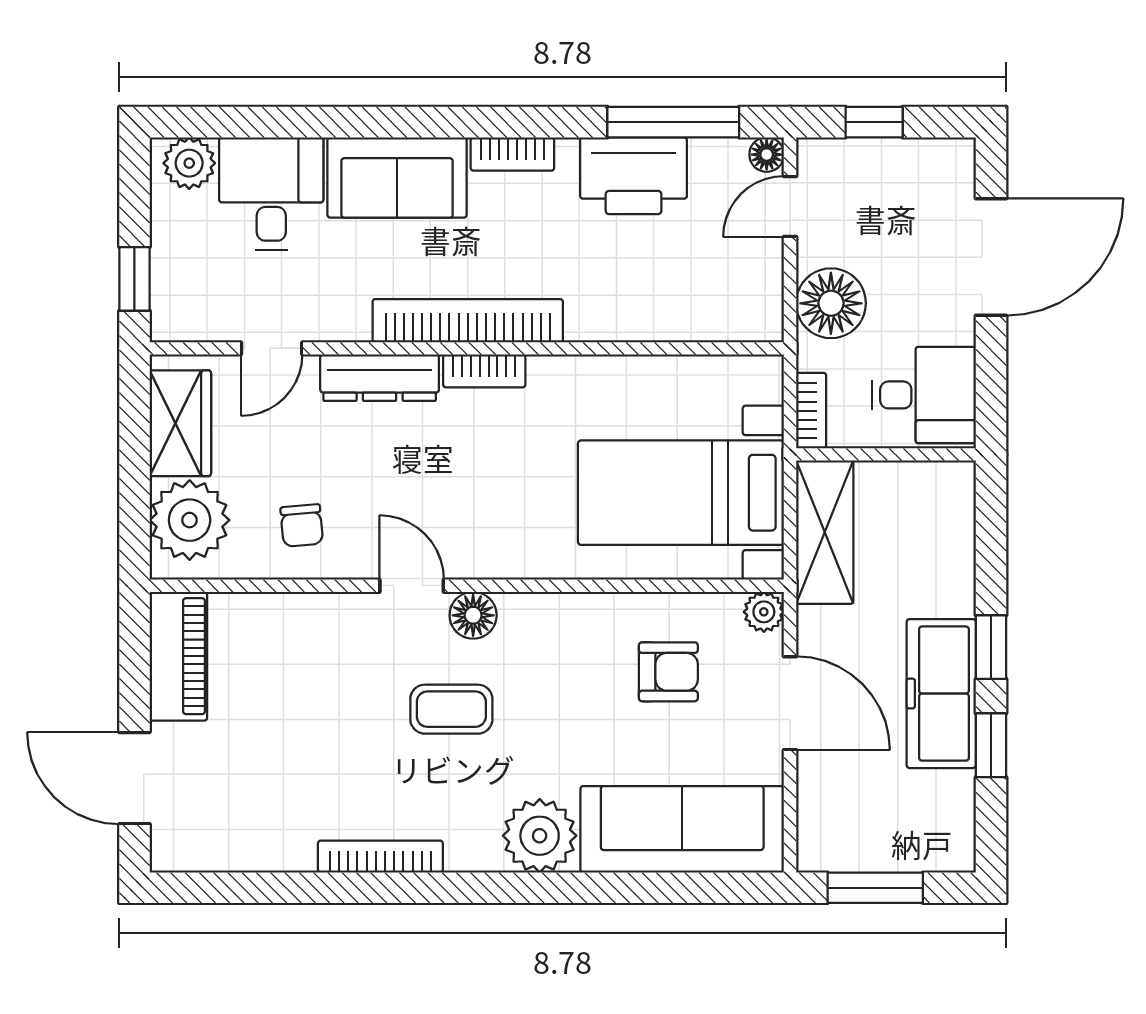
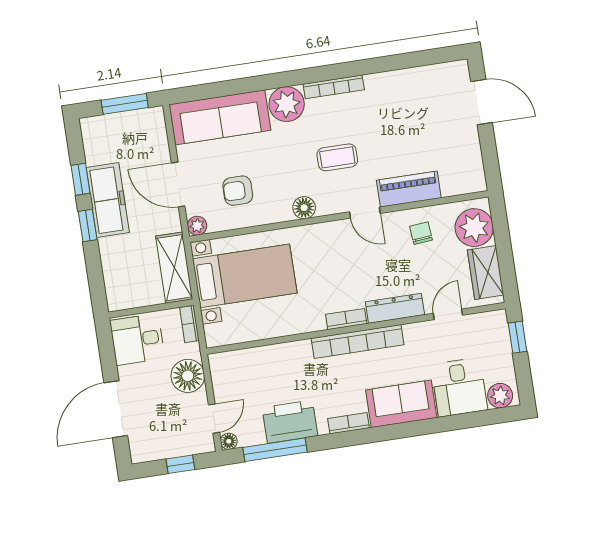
floor lamp: (473, 615) -> (304, 208), moved
piano: (178, 656) -> (409, 189), moved, turned 90
bookcase: (380, 857) -> (334, 87), moved

